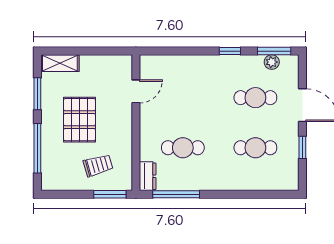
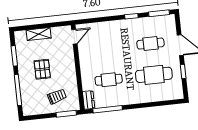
plant: (272, 62) -> (158, 20), removed
shelving: (60, 63) -> (39, 34), moved
door: (136, 91) -> (74, 37), moved
pallet: (79, 120) -> (42, 69), width x0.67, depth x0.71
cafe table: (255, 148) -> (154, 75), width x1.37, depth x1.35

